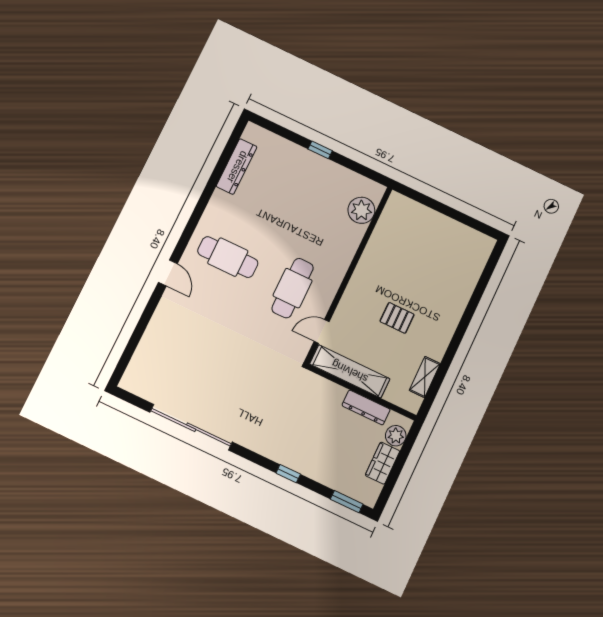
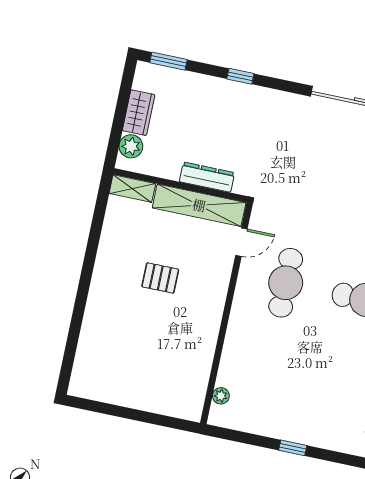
plant: (361, 210) -> (221, 396), width x0.53, depth x0.53
shelving: (425, 377) -> (132, 189), moved, turned 90
dresser: (366, 407) -> (207, 177), moved

